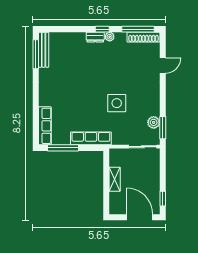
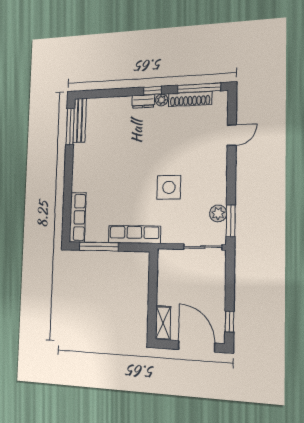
shoe rack: (143, 37) -> (190, 99), moved
shelving: (115, 179) -> (163, 323), moved

